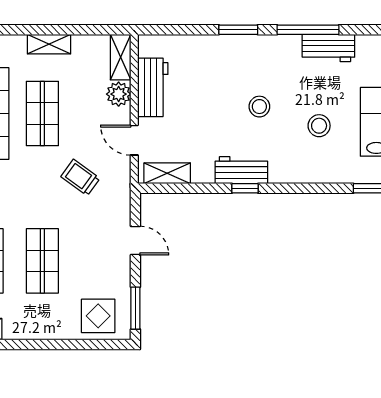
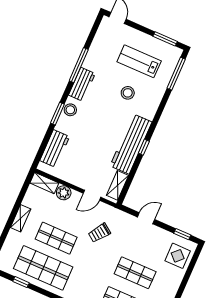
window: (308, 30) -> (79, 65), moved
workbench: (328, 48) -> (82, 84), moved
workbench: (153, 87) -> (55, 149), moved, turned 90
stool: (259, 107) -> (70, 110), moved
workbench: (241, 170) -> (131, 144), width x1.88, depth x1.32
window: (135, 308) -> (182, 234), width x0.67

